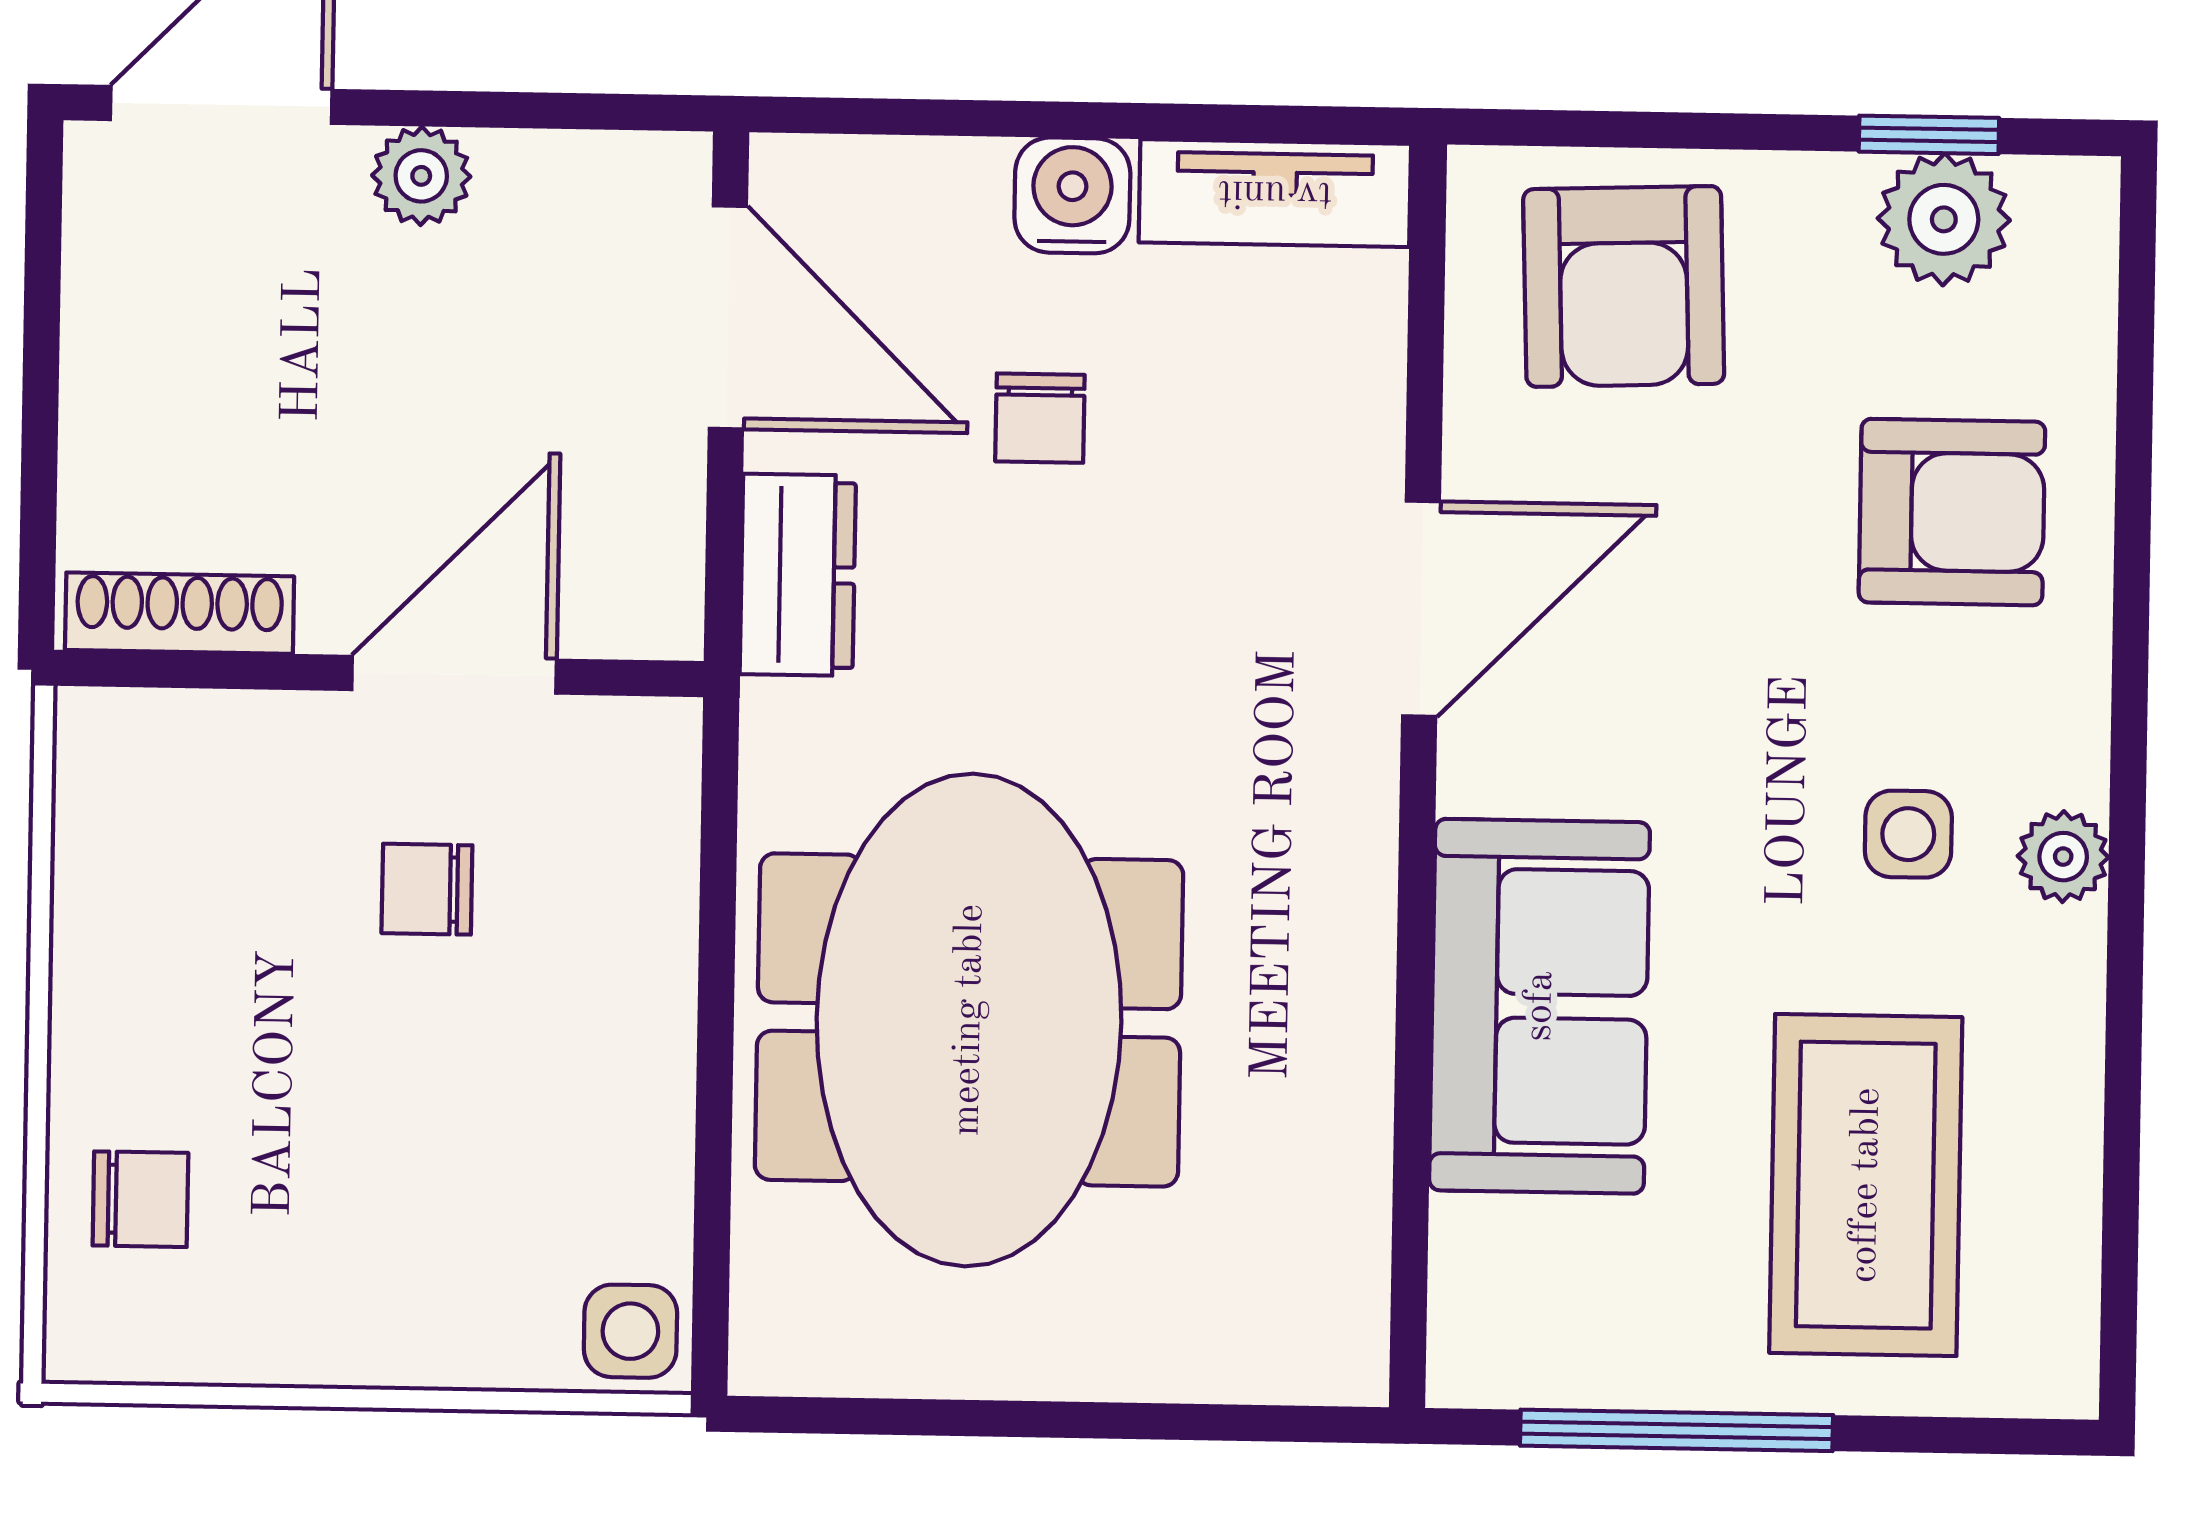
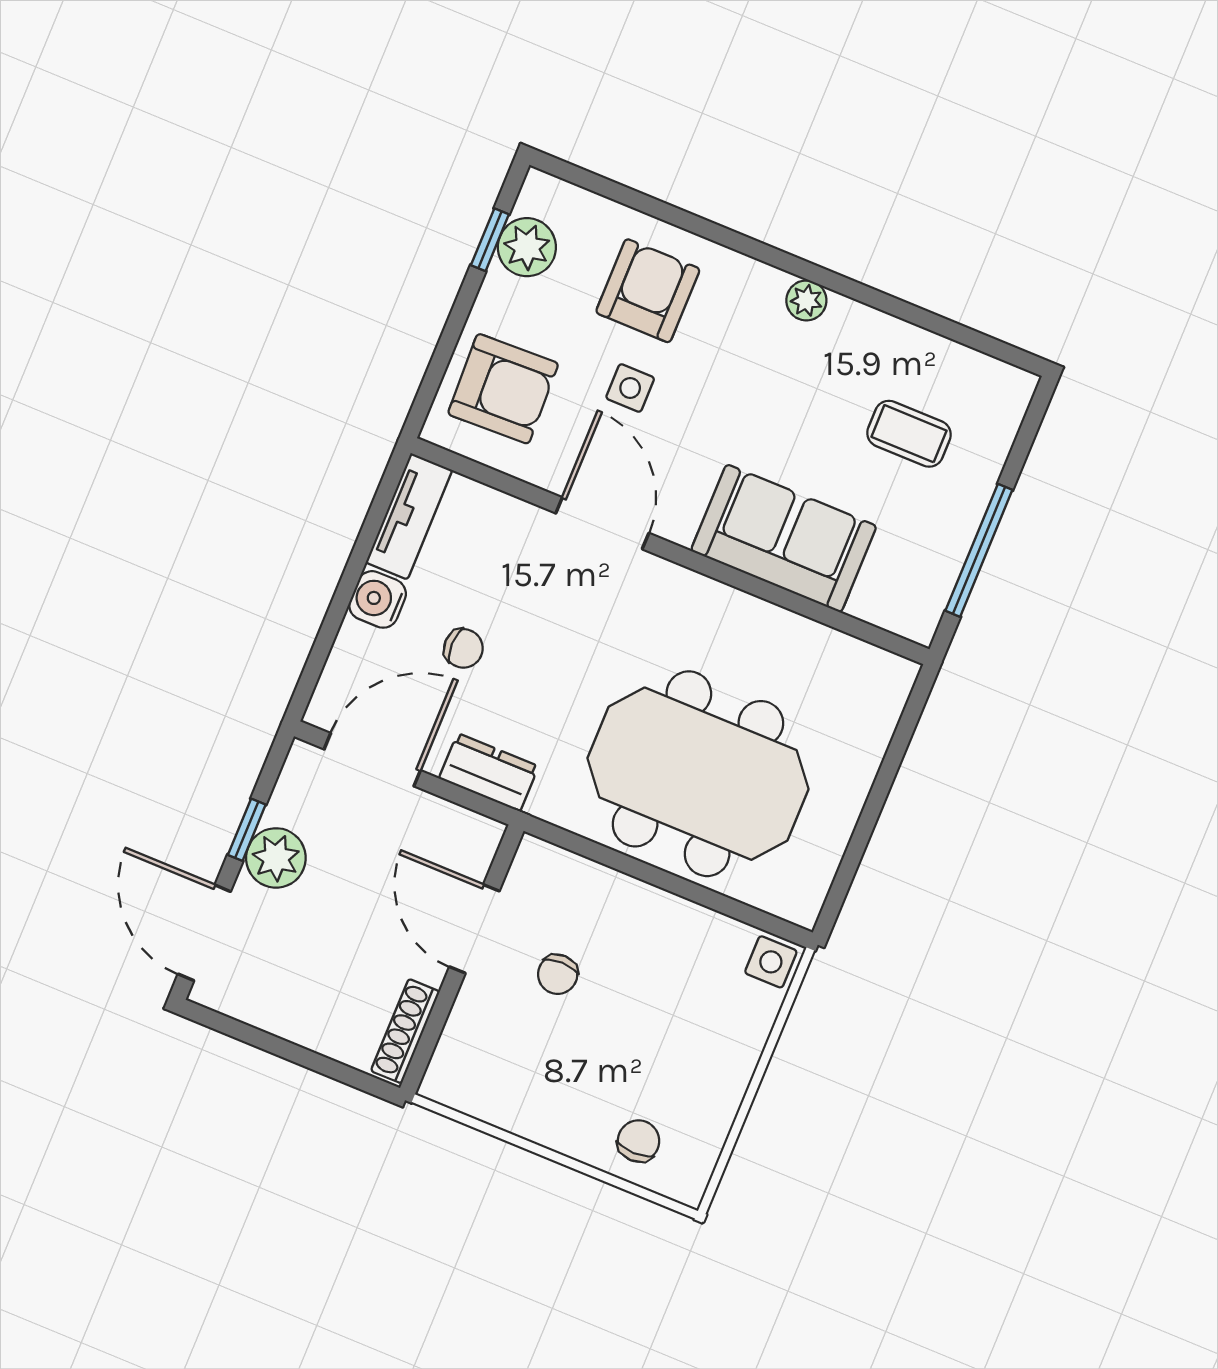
window: (475, 109) -> (247, 830), added
plant: (421, 176) -> (276, 858), width x1.38, depth x1.38
side table: (1908, 834) -> (630, 388), moved
coffee table: (1866, 1185) -> (909, 434), width x0.54, depth x0.58

